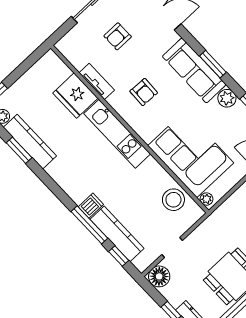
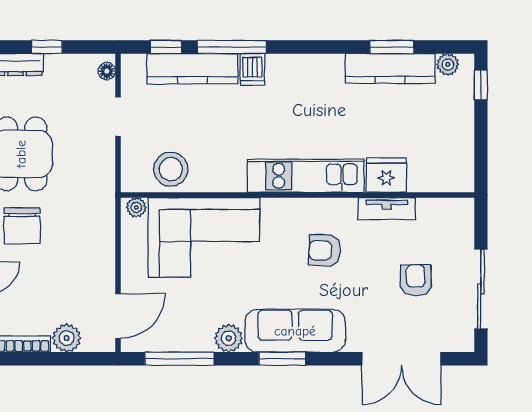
fridge: (75, 96) -> (386, 175), width x0.73, depth x0.75
floor lamp: (159, 276) -> (107, 71), width x0.53, depth x0.53

